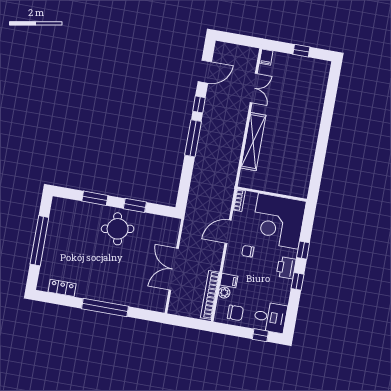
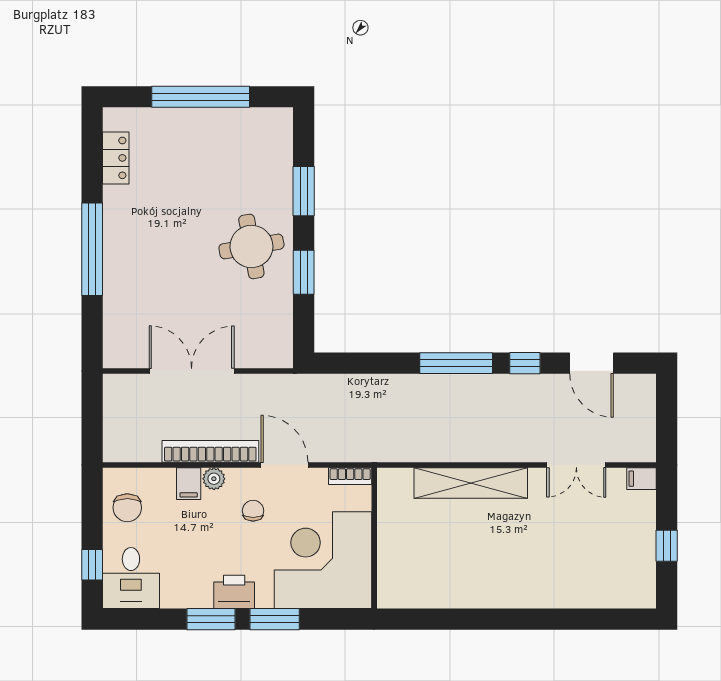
window: (303, 250) -> (275, 619), width x1.50
window: (298, 281) -> (211, 619), width x1.50
plant: (224, 293) -> (214, 479), moved
bookcase: (210, 295) -> (210, 451), moved

